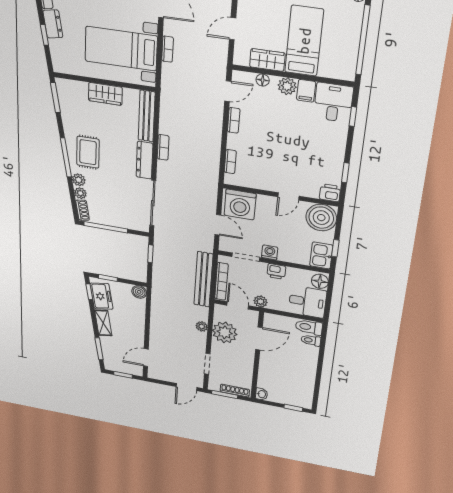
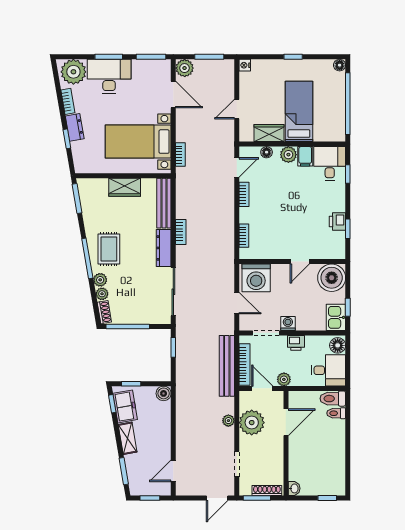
bookcase: (167, 49) -> (180, 155), moved
printer: (330, 193) -> (337, 222), moved, turned -90

